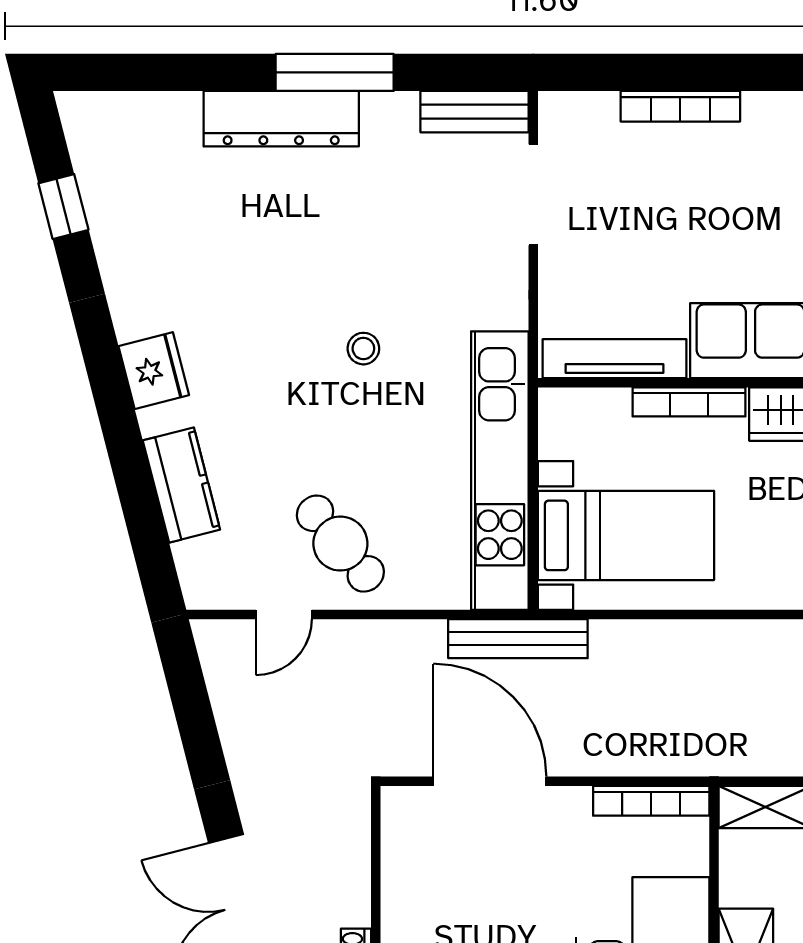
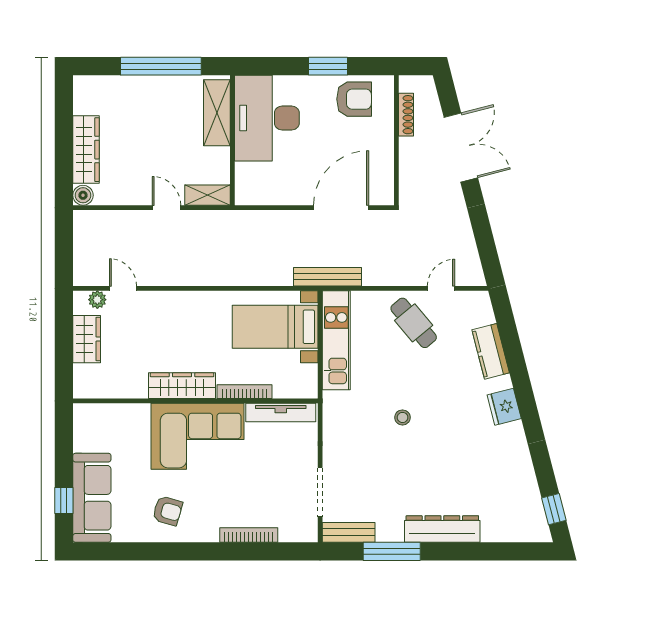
window: (335, 72) -> (392, 551), moved
window: (63, 207) -> (554, 509), moved
kitchen unit: (500, 471) -> (336, 340), width x0.73
door: (490, 781) -> (341, 208), swing flipped
bookcase: (651, 801) -> (263, 198), removed

